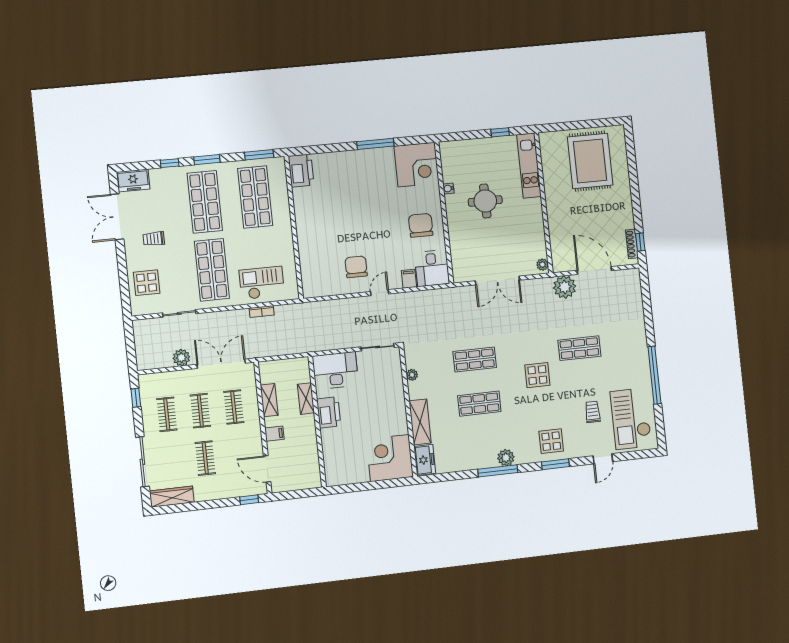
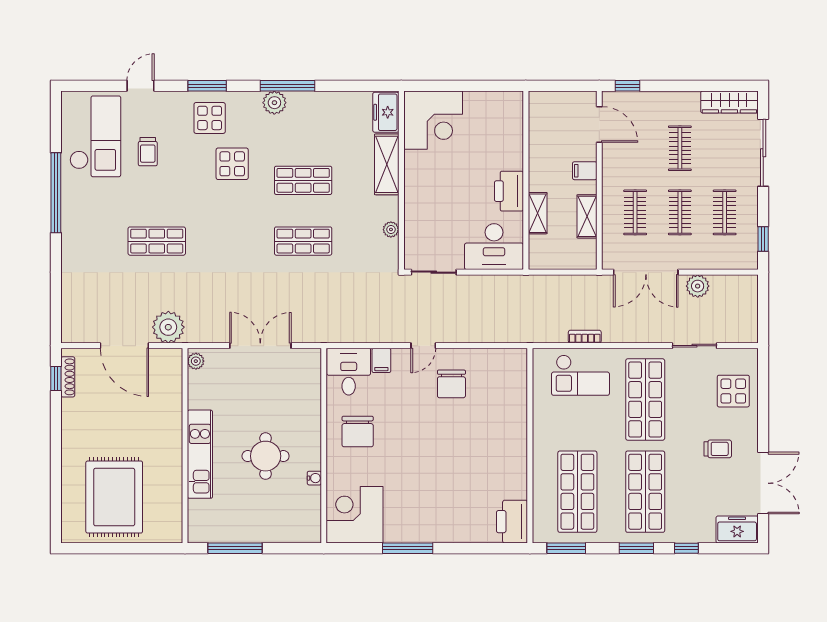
window: (500, 132) -> (235, 548), width x2.17
kitchen unit: (529, 166) -> (200, 454), moved
display table: (537, 375) -> (232, 164), moved

